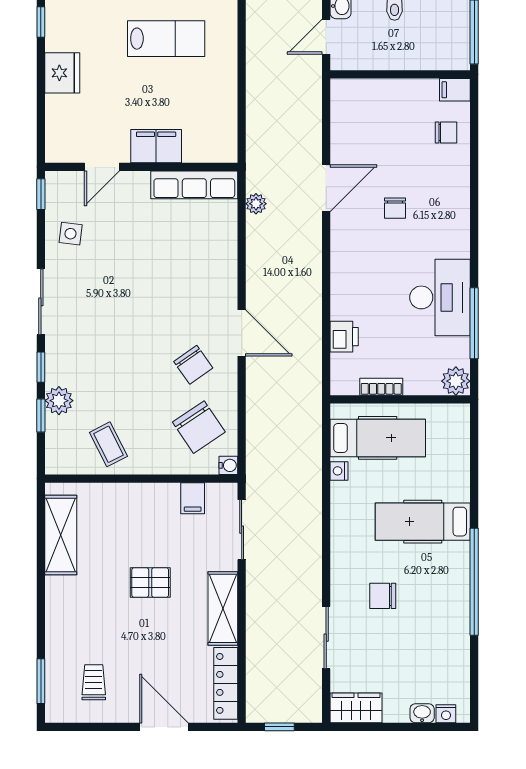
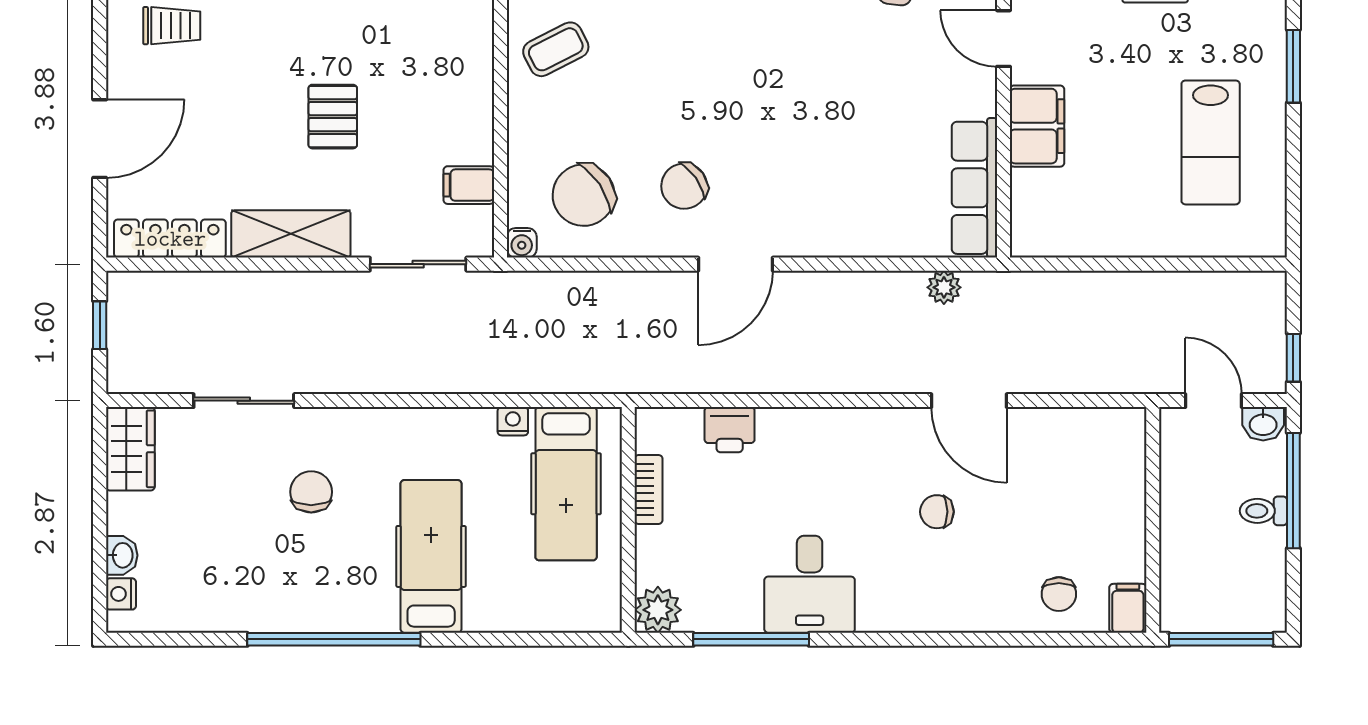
desk: (440, 297) -> (810, 584), width x0.73

